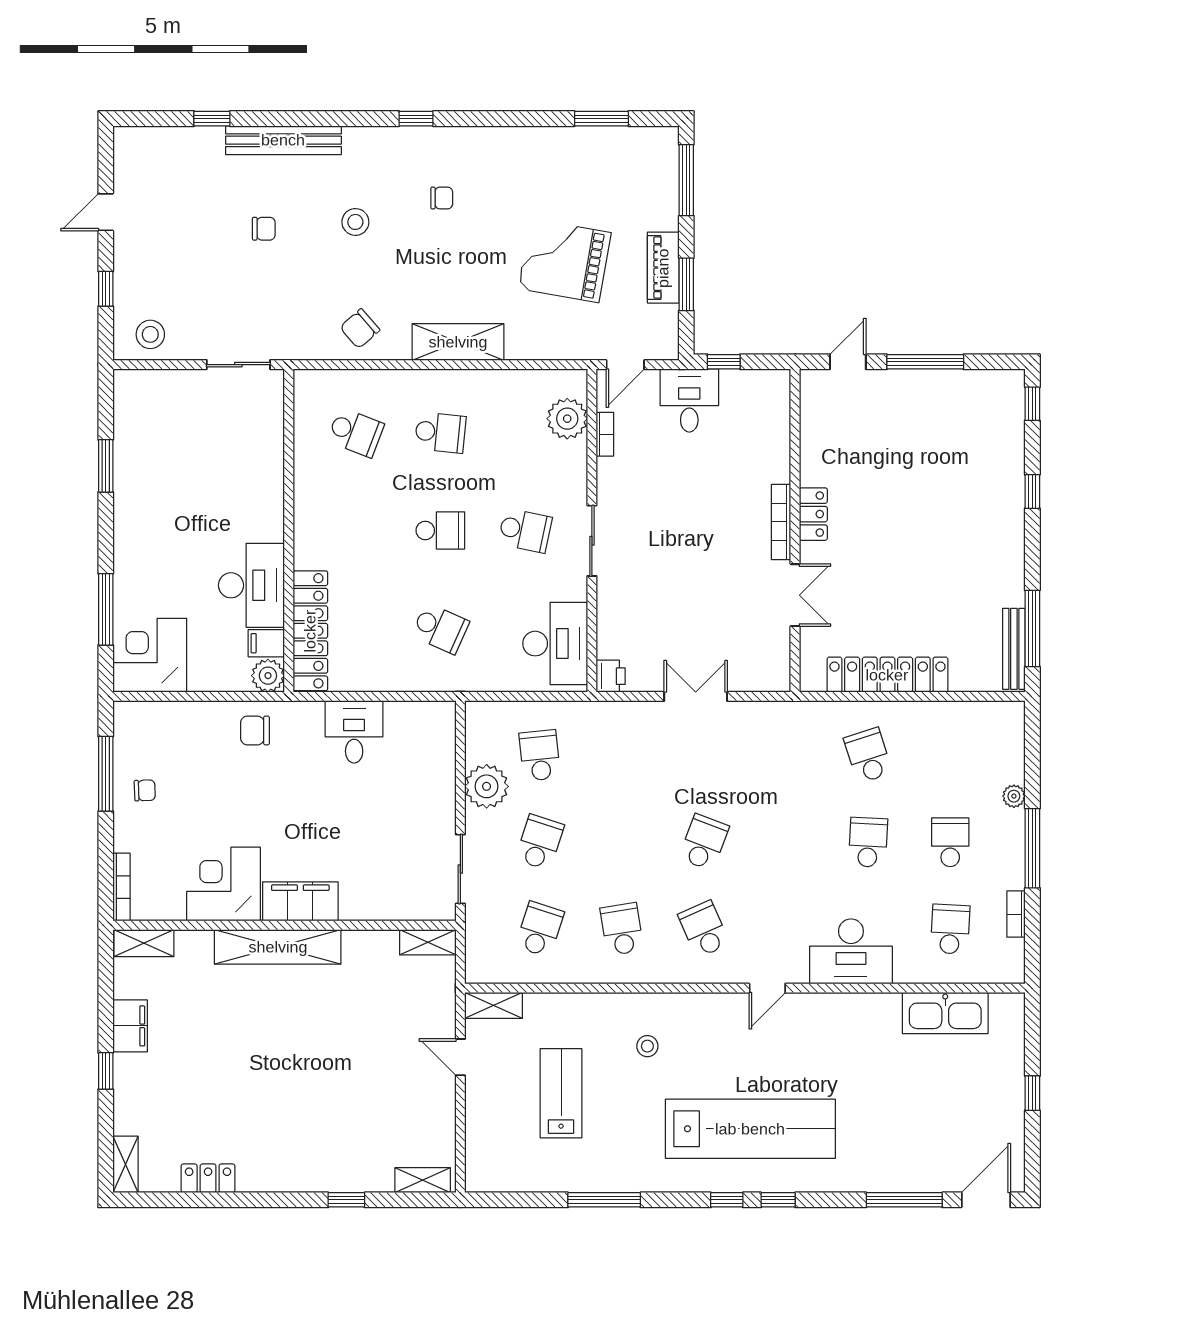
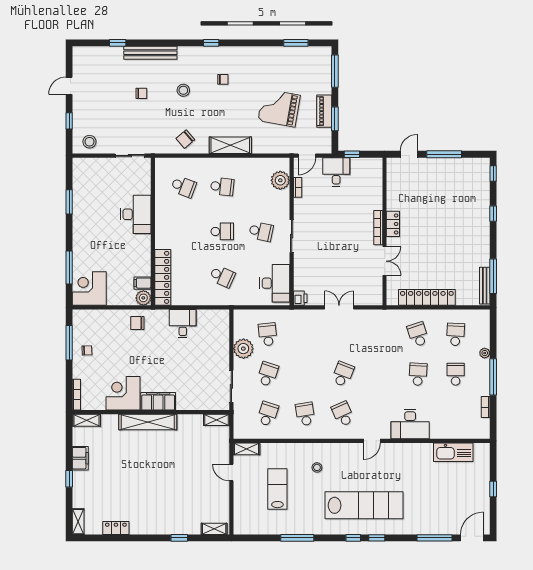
desk: (251, 585) -> (136, 214), moved
school desk: (950, 929) -> (456, 334), moved

